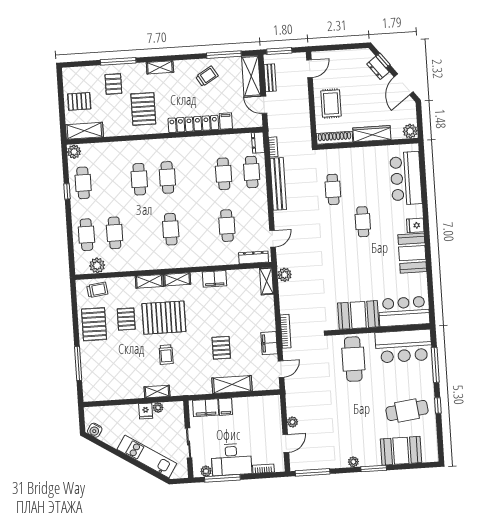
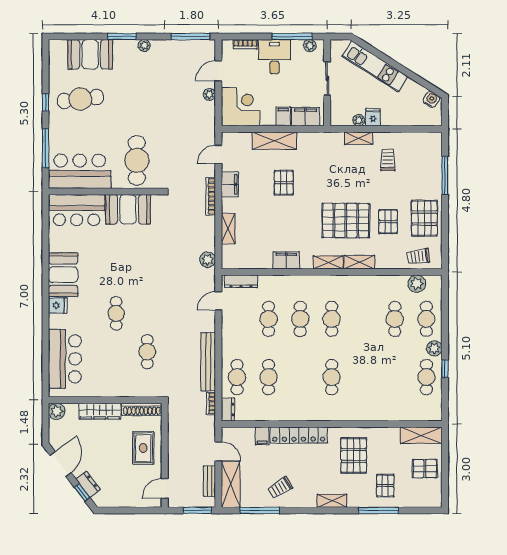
plant: (74, 152) -> (434, 348), moved
cafe table: (139, 179) -> (300, 319), moved
shelving: (267, 281) -> (228, 229), moved
trolley: (166, 355) -> (388, 160), moved
corner desk: (264, 413) -> (241, 107), added
desk: (231, 460) -> (274, 57), width x0.73

